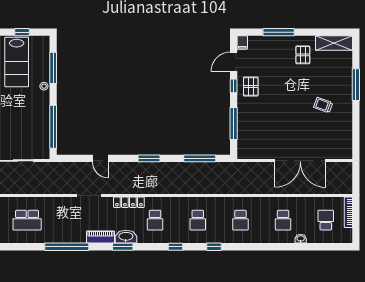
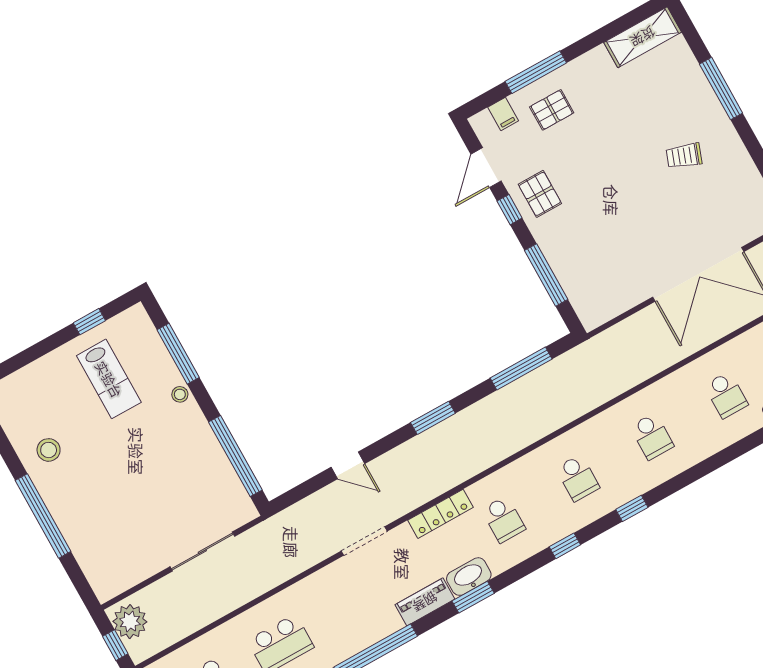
filing cabinet: (242, 42) -> (503, 114), moved
pallet: (303, 55) -> (552, 110), moved, turned 90
lab bench: (17, 62) -> (109, 379), width x0.73, depth x0.72

